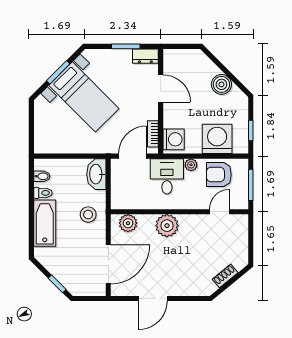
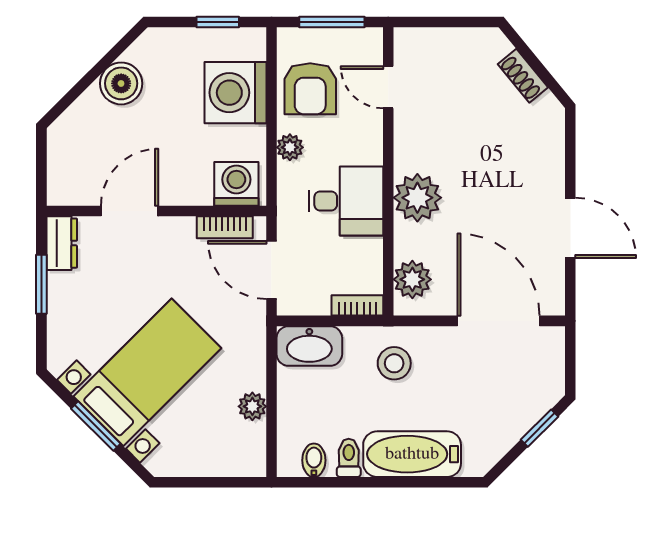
plant: (68, 147) -> (252, 406), added
desk: (167, 176) -> (346, 201), moved, turned 180
bookcase: (116, 197) -> (357, 305), added

